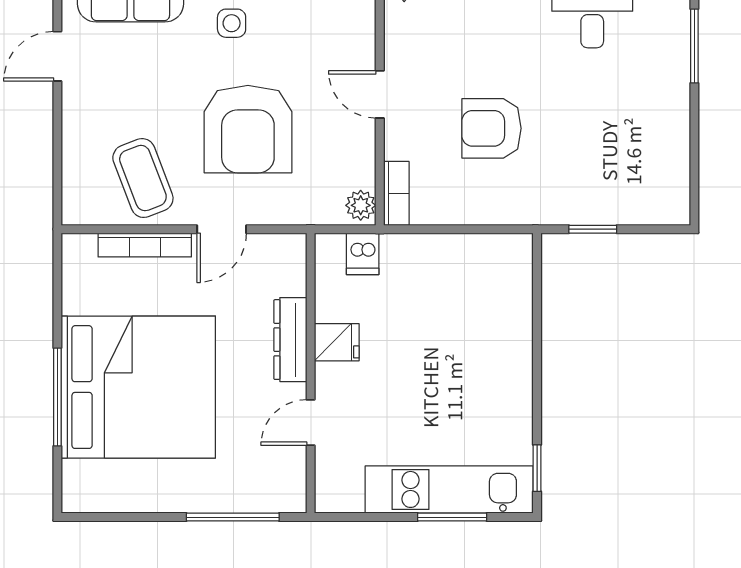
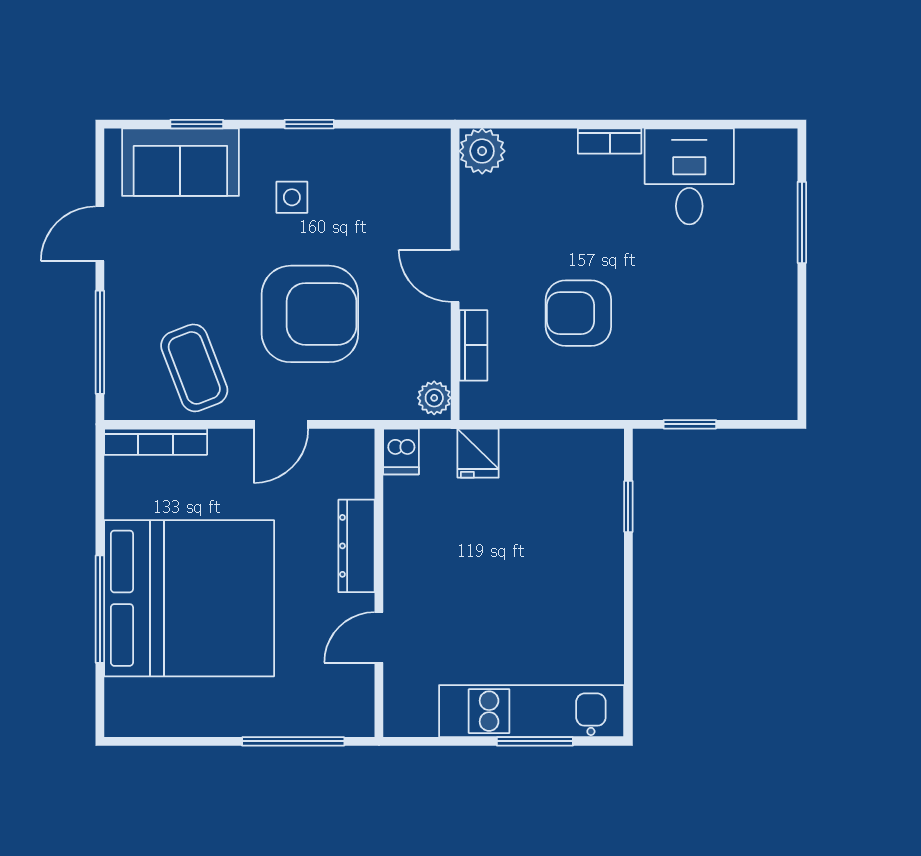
armchair: (248, 129) -> (310, 314), turned -90
window: (57, 155) -> (100, 342), added
bookcase: (396, 193) -> (473, 345), moved
bookcase: (145, 245) -> (156, 442), moved
dishwasher: (363, 254) -> (401, 451), moved
fridge: (337, 342) -> (478, 453), moved, turned 90
window: (537, 468) -> (628, 506), moved

